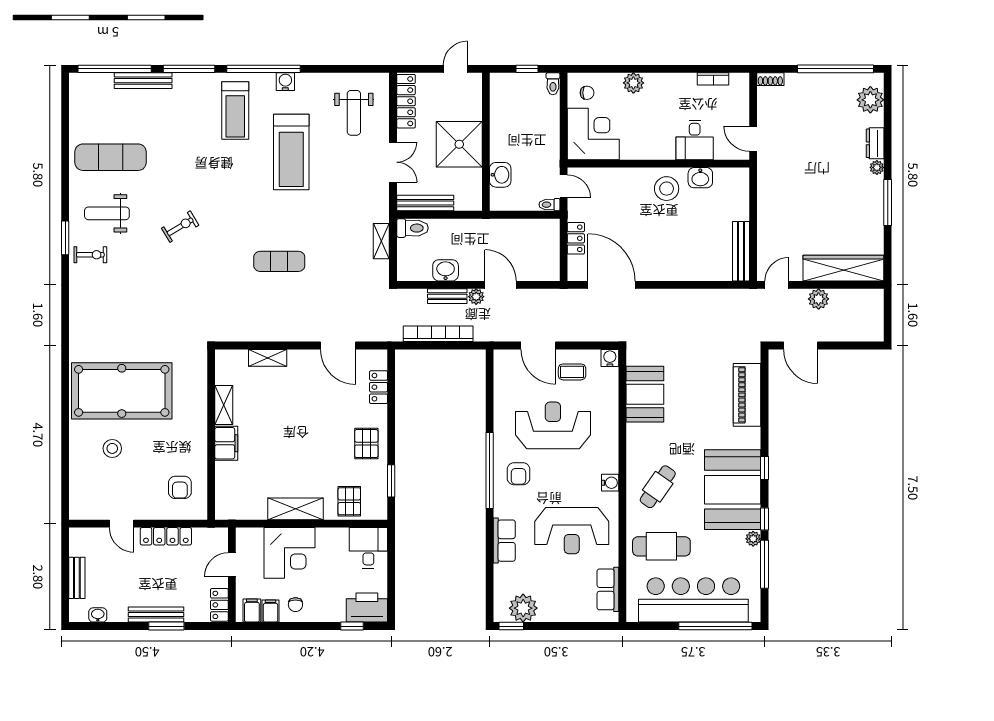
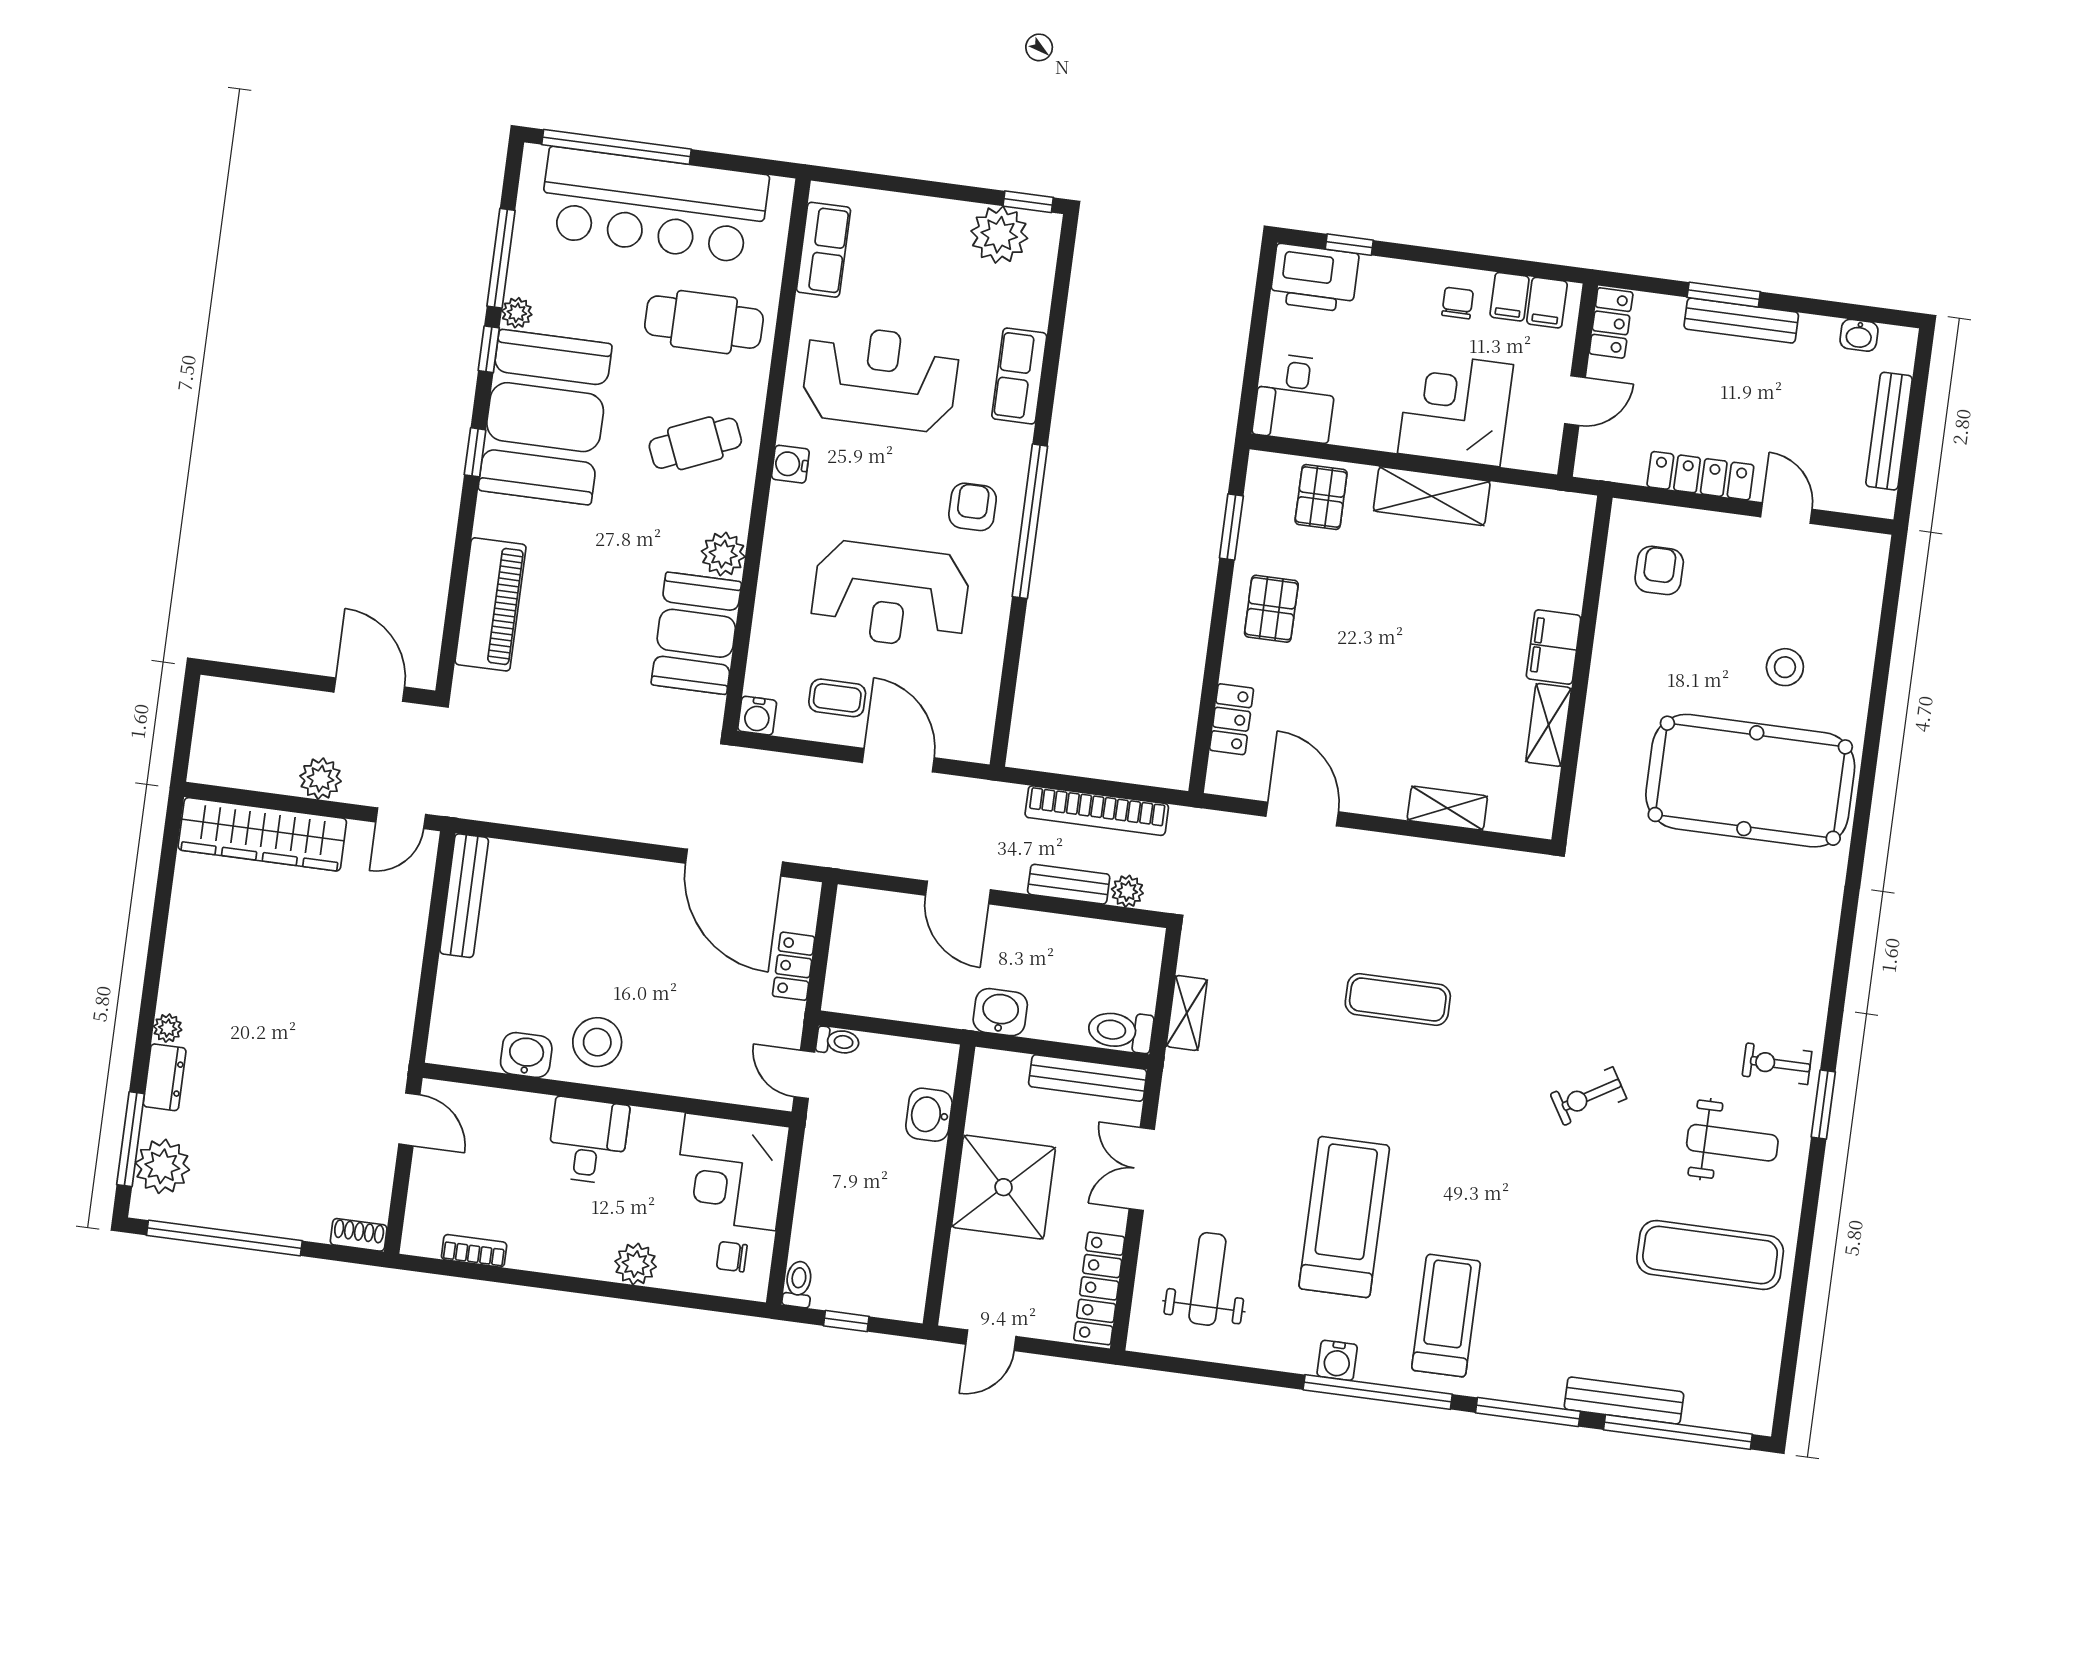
desk: (695, 140) -> (588, 1141), moved
window: (888, 202) -> (131, 1139), moved
washbasin: (446, 270) -> (1000, 1012), moved, turned 180
plant: (476, 297) -> (1127, 891), moved
plant: (637, 435) -> (723, 554), added
cafe table: (658, 487) -> (695, 443), turned 32
bench: (77, 578) -> (1889, 431), width x1.36

